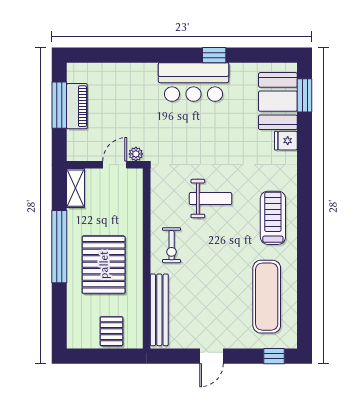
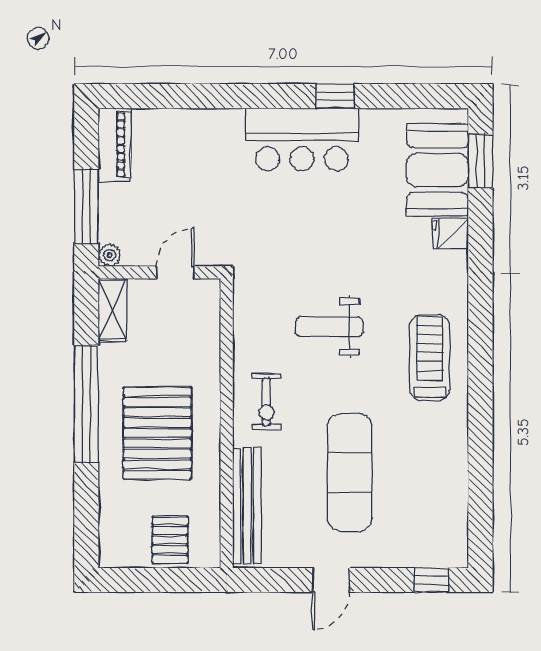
window: (59, 105) -> (86, 206), moved
piano: (77, 106) -> (115, 145), moved
plant: (136, 154) -> (110, 255), moved
weight bench: (210, 199) -> (329, 327), turned 180
exercise mat: (267, 297) -> (350, 472), moved

